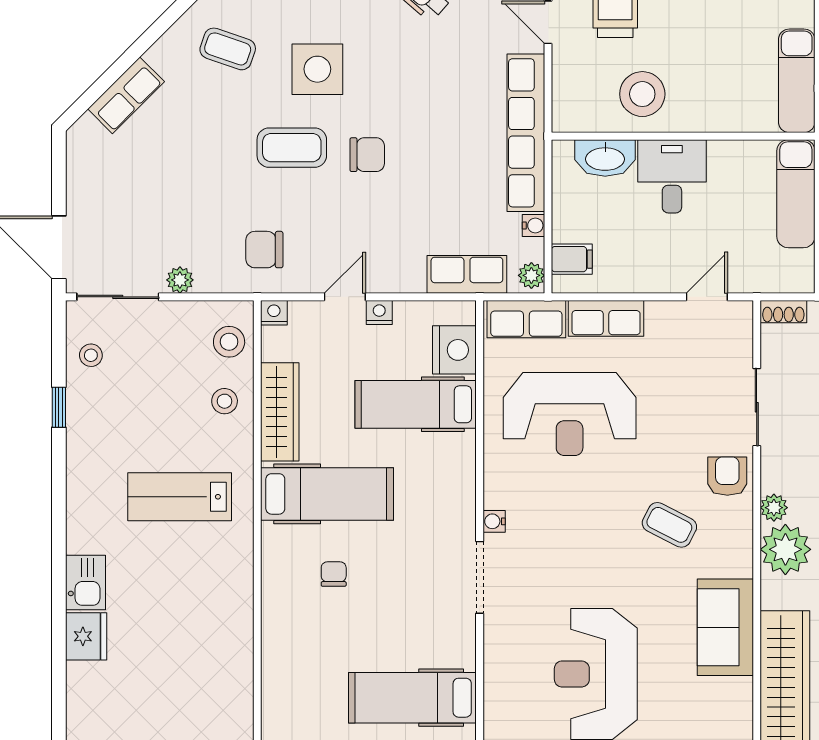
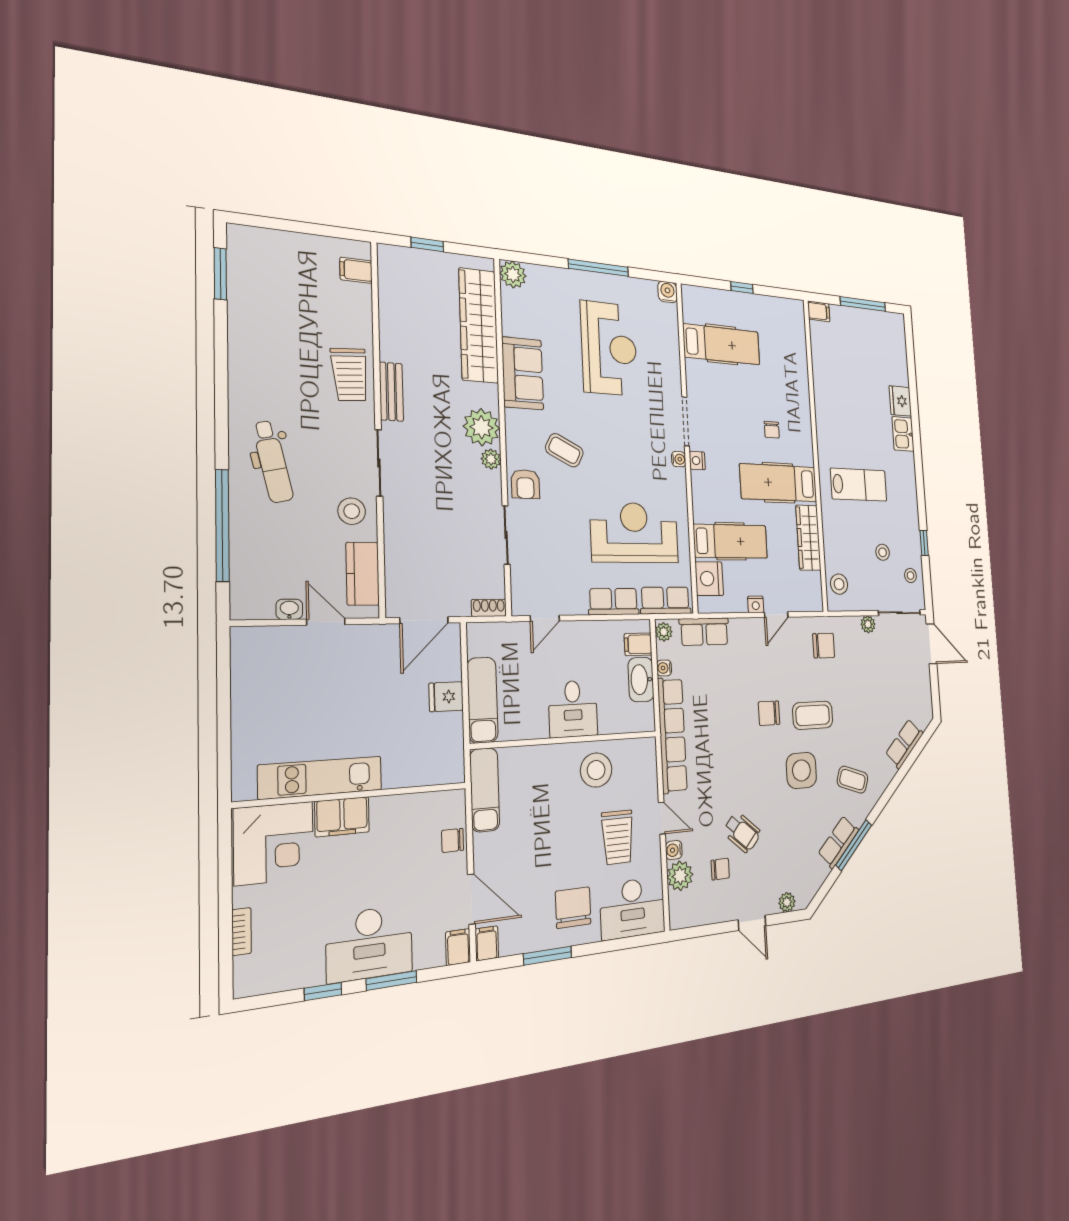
washbasin: (605, 158) -> (641, 680), moved, turned -90
nightstand: (274, 313) -> (697, 461), moved, turned 90
stool: (225, 401) -> (883, 552), moved

